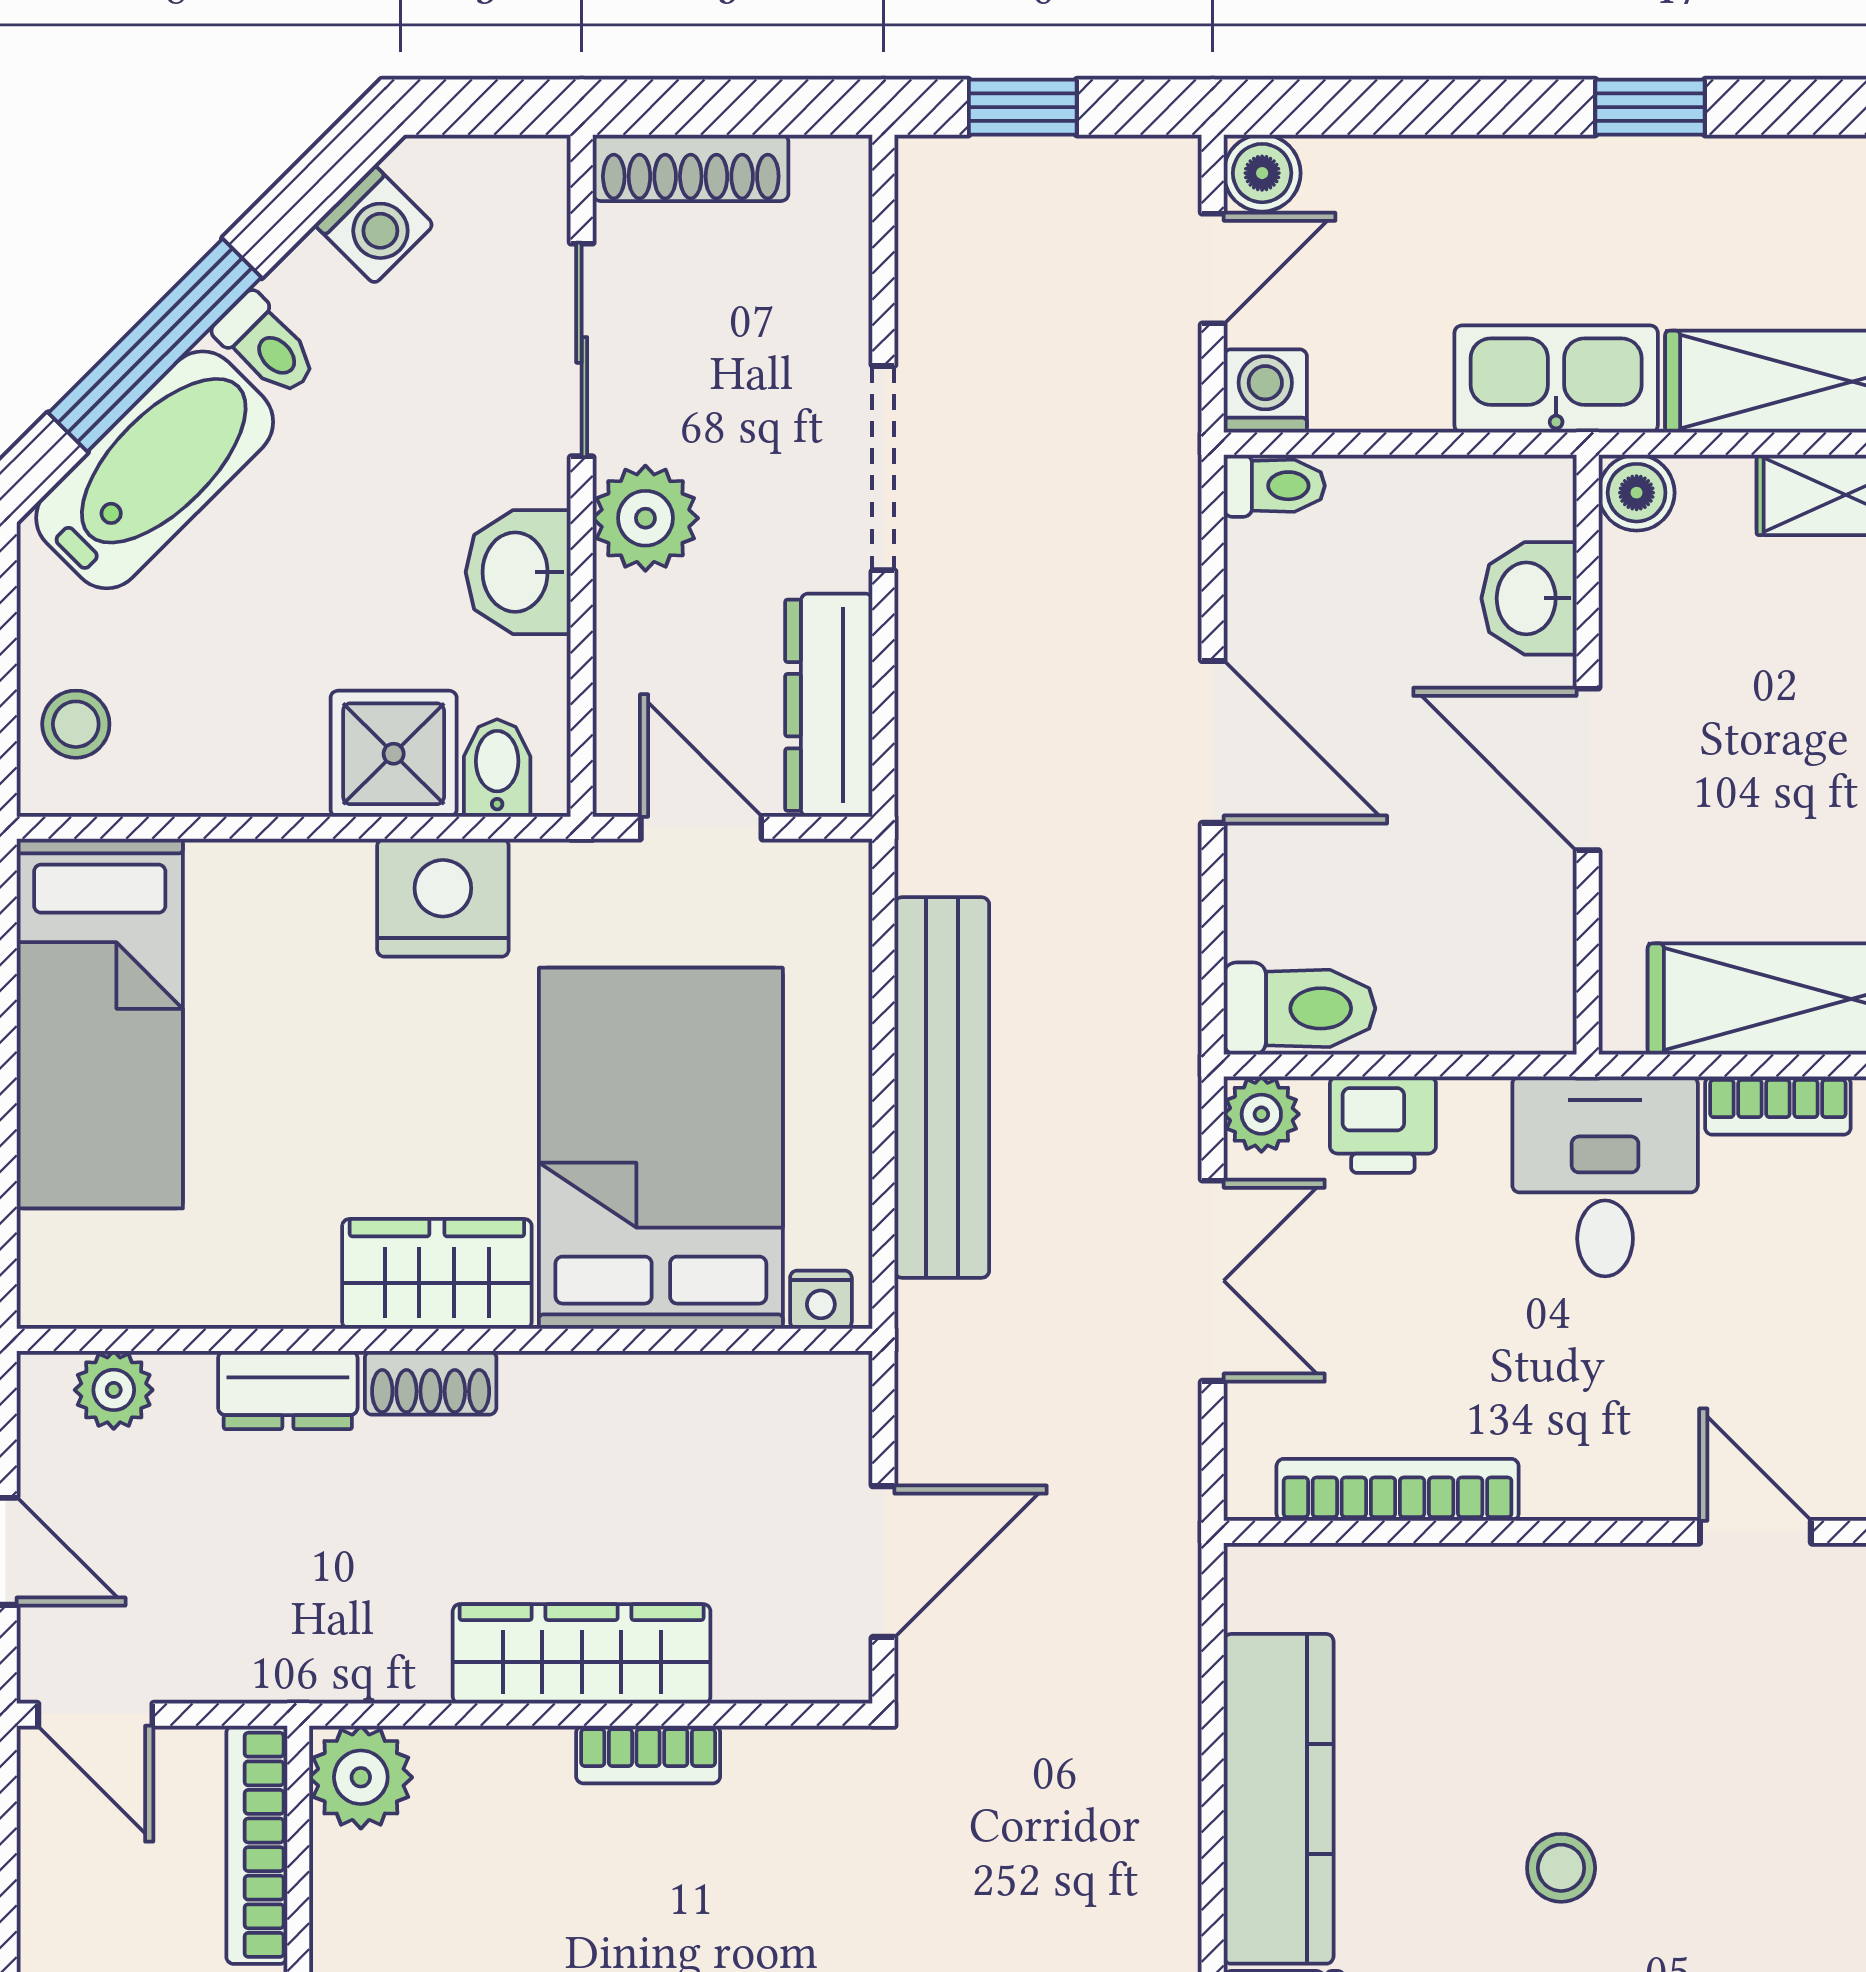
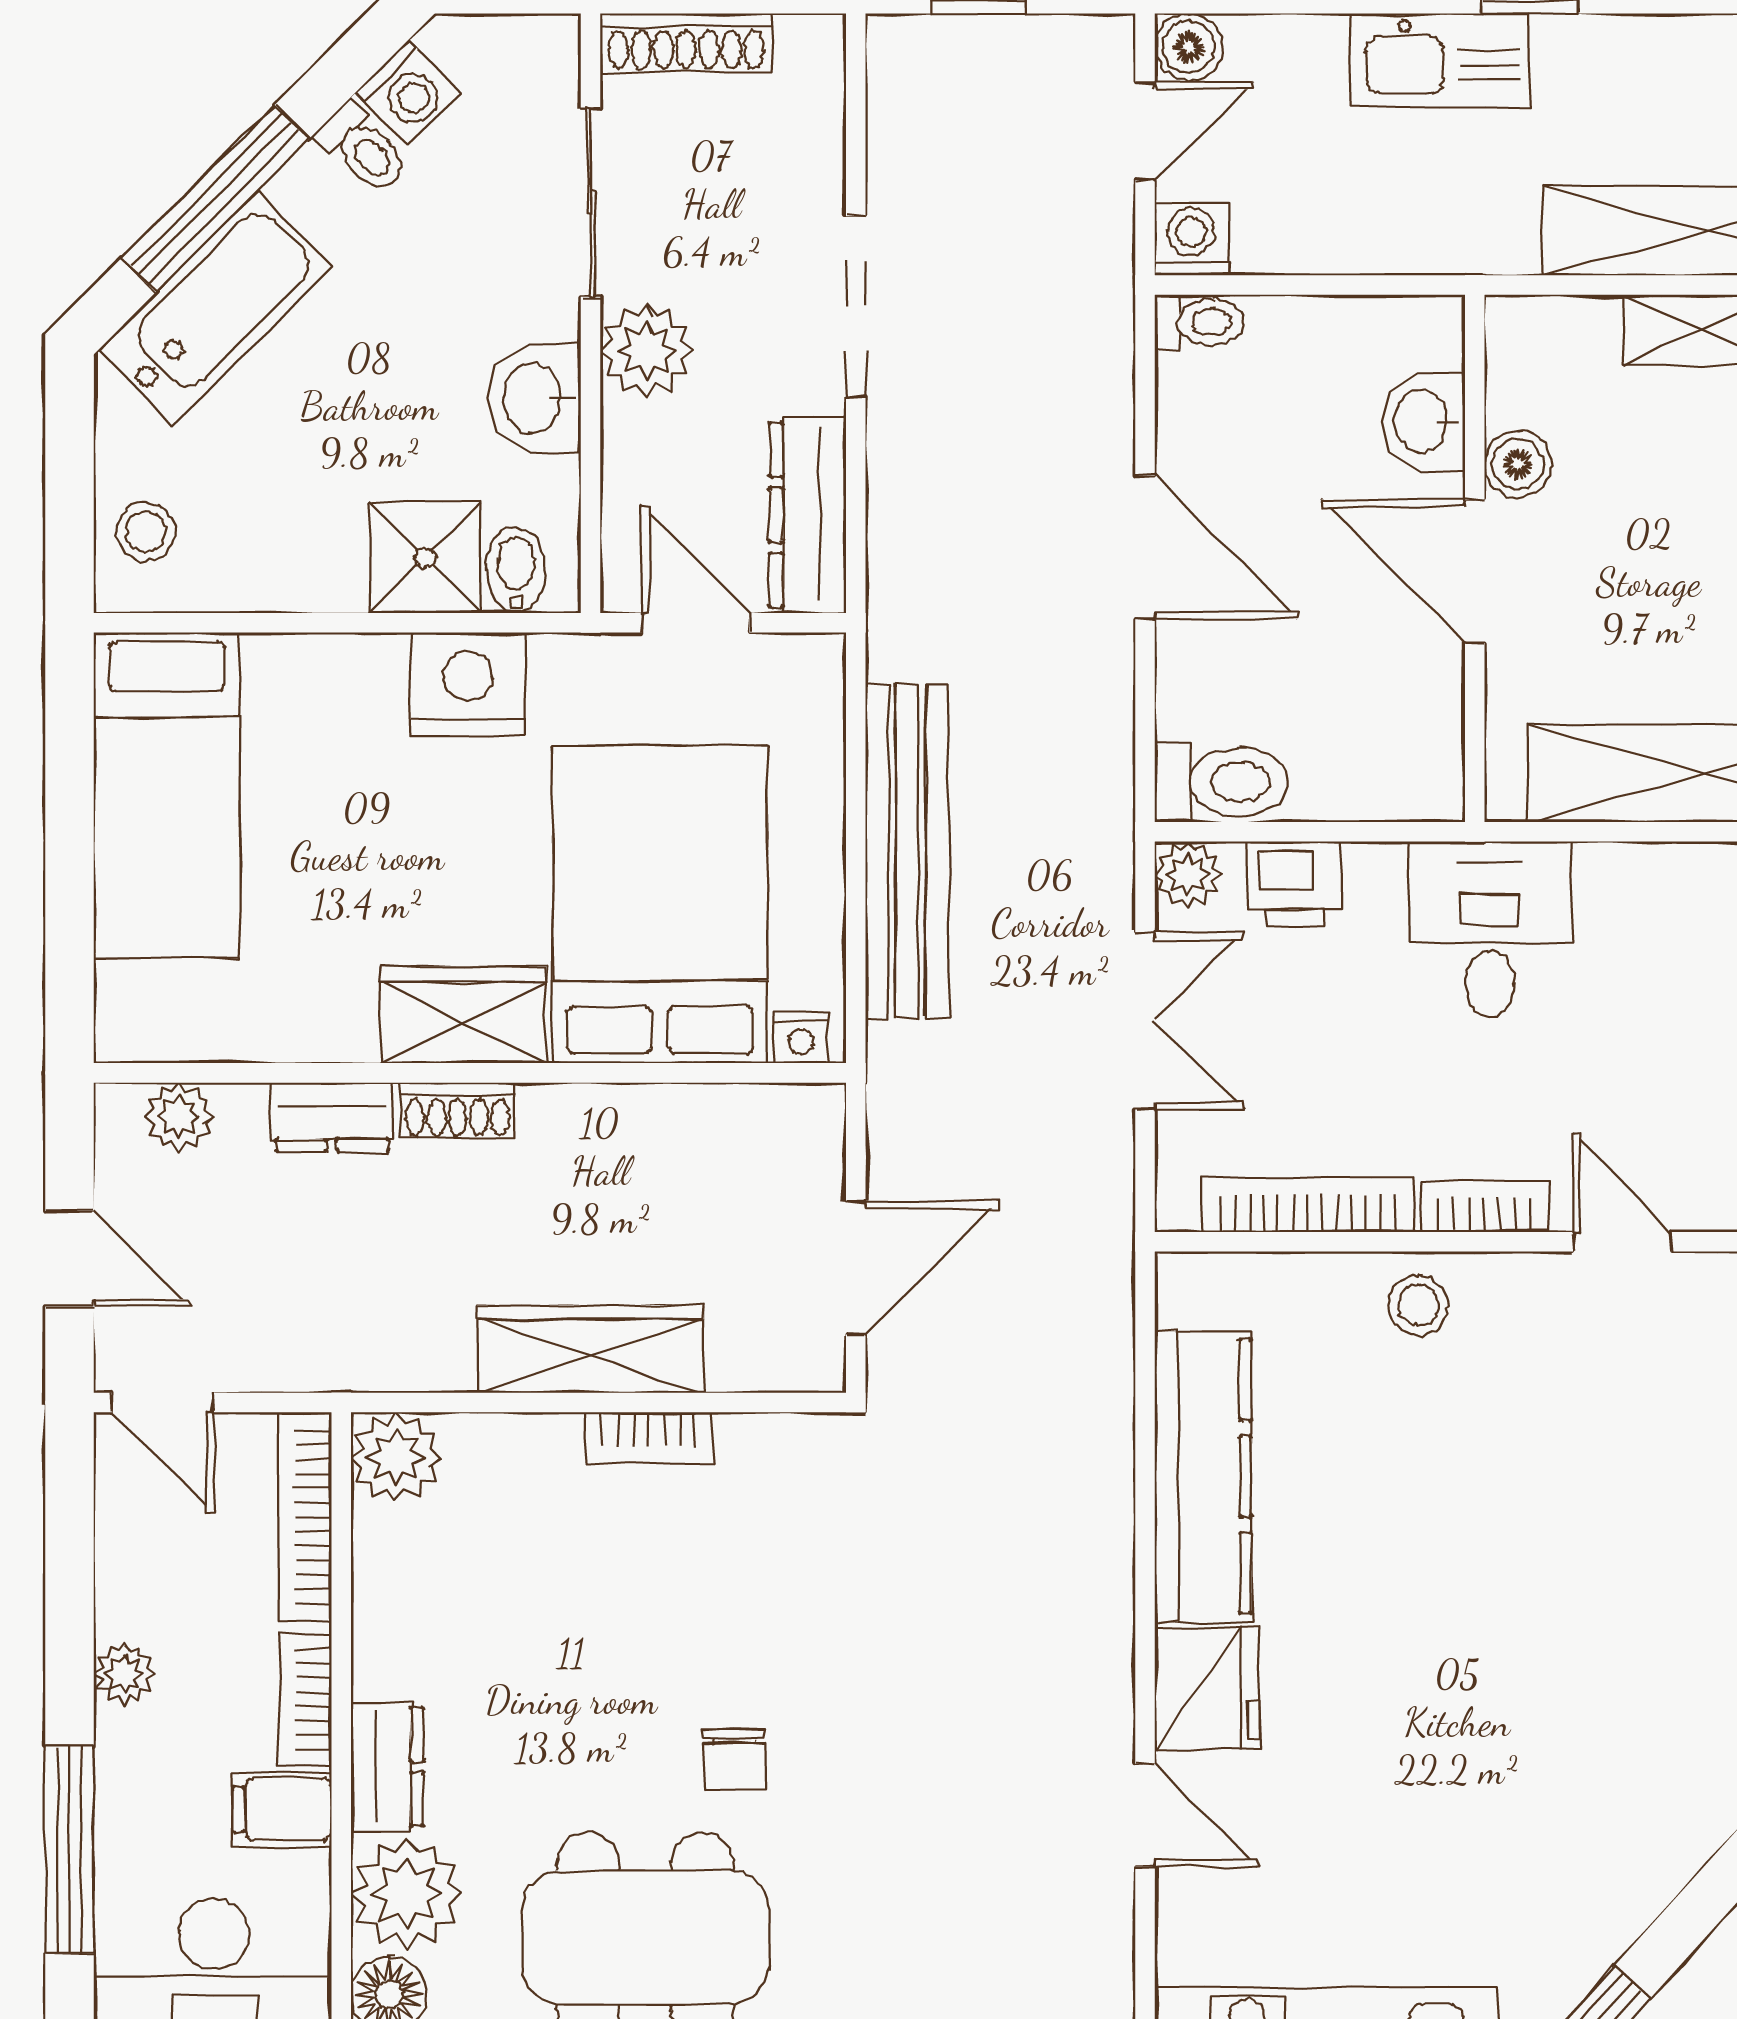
toilet: (266, 345) -> (363, 149), moved
kitchen sink: (1556, 379) -> (1440, 60), moved, turned 180
boiler: (1637, 493) -> (1518, 464), moved
bookcase: (1778, 1106) -> (1485, 1206), moved, turned 180
stool: (1561, 1868) -> (1418, 1305), moved

